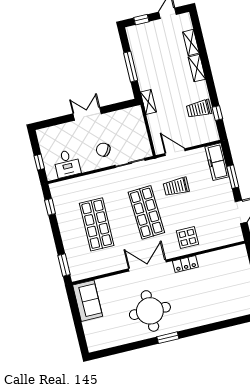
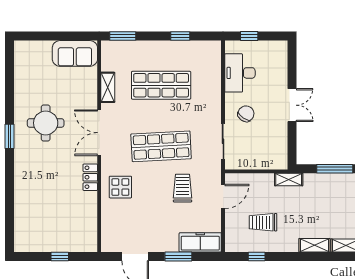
trolley: (199, 109) -> (263, 222), moved, turned -90
desk: (67, 164) -> (240, 73), width x1.37
window: (50, 207) -> (180, 36), moved
double door: (147, 265) -> (99, 133), swing flipped
shelving: (109, 267) -> (108, 87), added
round table: (150, 311) -> (46, 123), width x0.73, depth x0.73

